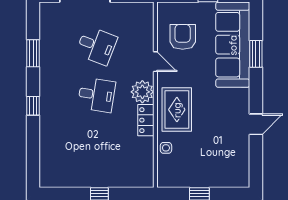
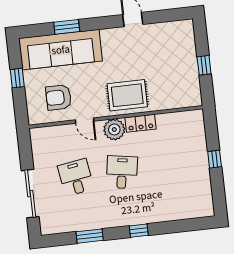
desk: (96, 46) -> (76, 177), turned -30
door: (155, 62) -> (85, 121), swing flipped
side table: (166, 148) -> (164, 101), removed

